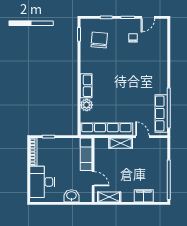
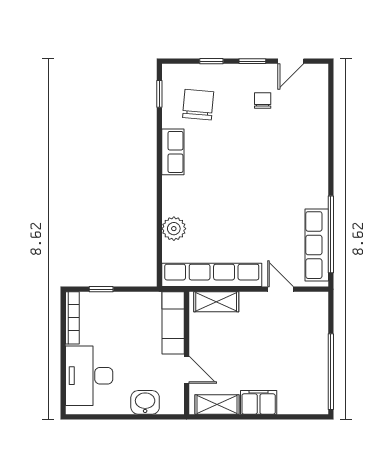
row of seats: (86, 86) -> (173, 152), moved
shelving: (121, 143) -> (216, 302), moved
filing cabinet: (144, 196) -> (259, 402), moved

